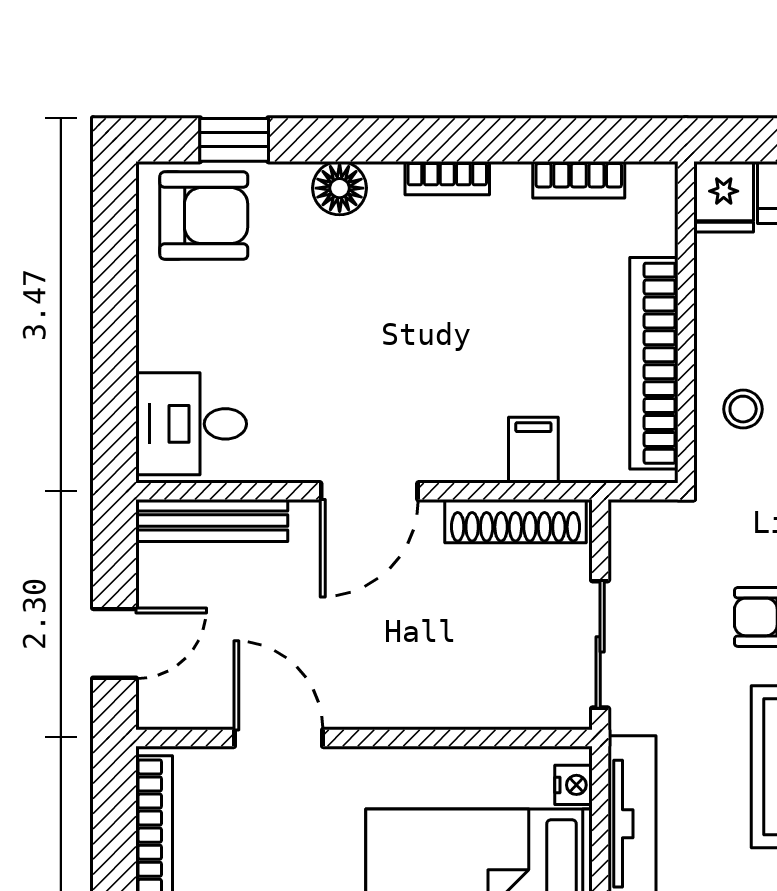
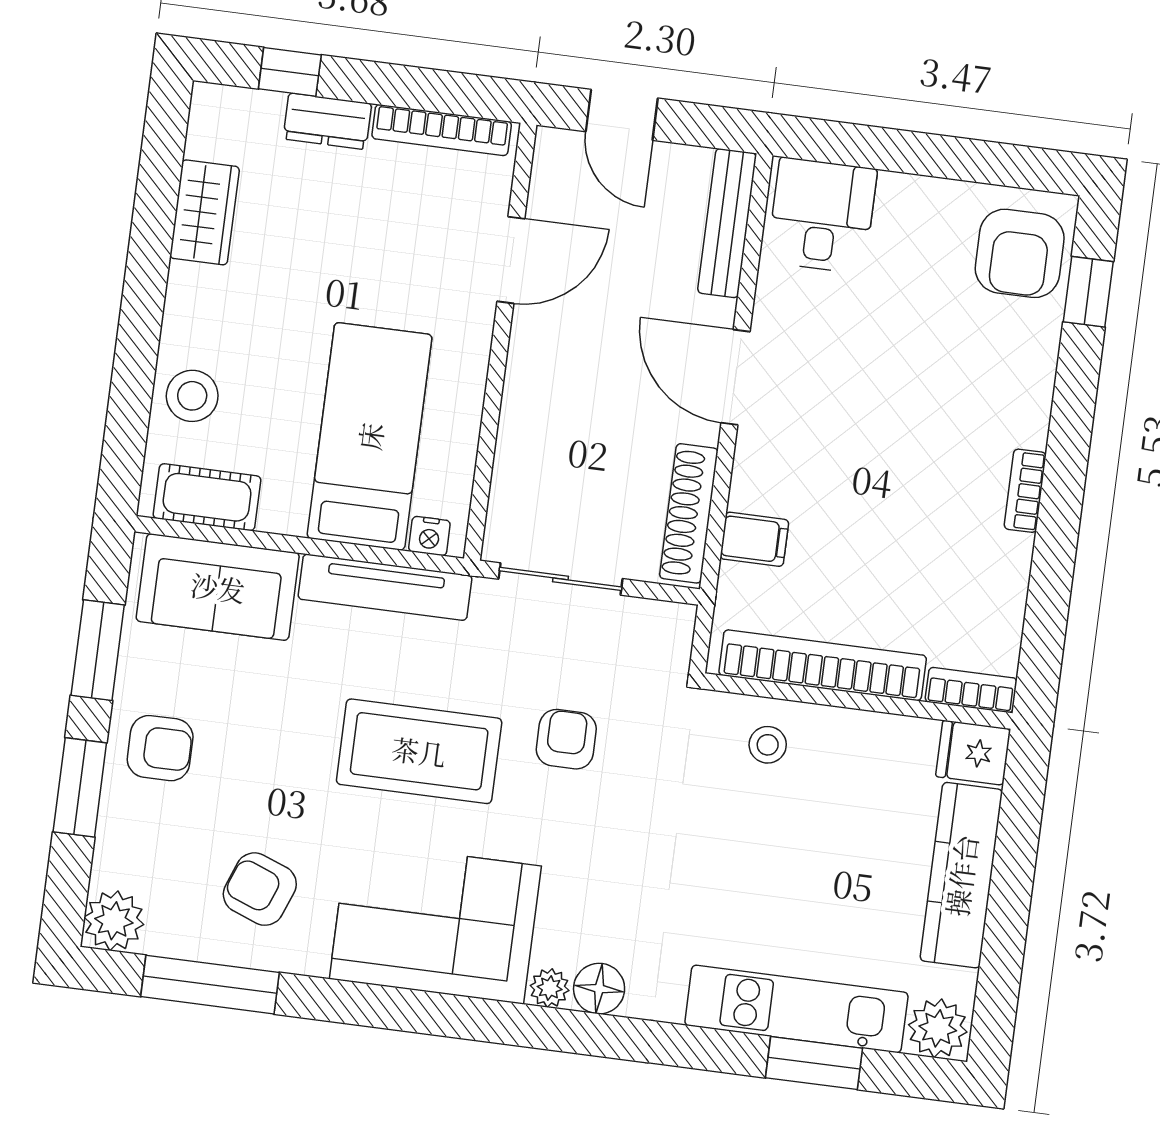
bookcase: (579, 180) -> (971, 690), moved, turned 90
floor lamp: (340, 188) -> (1029, 386), removed

